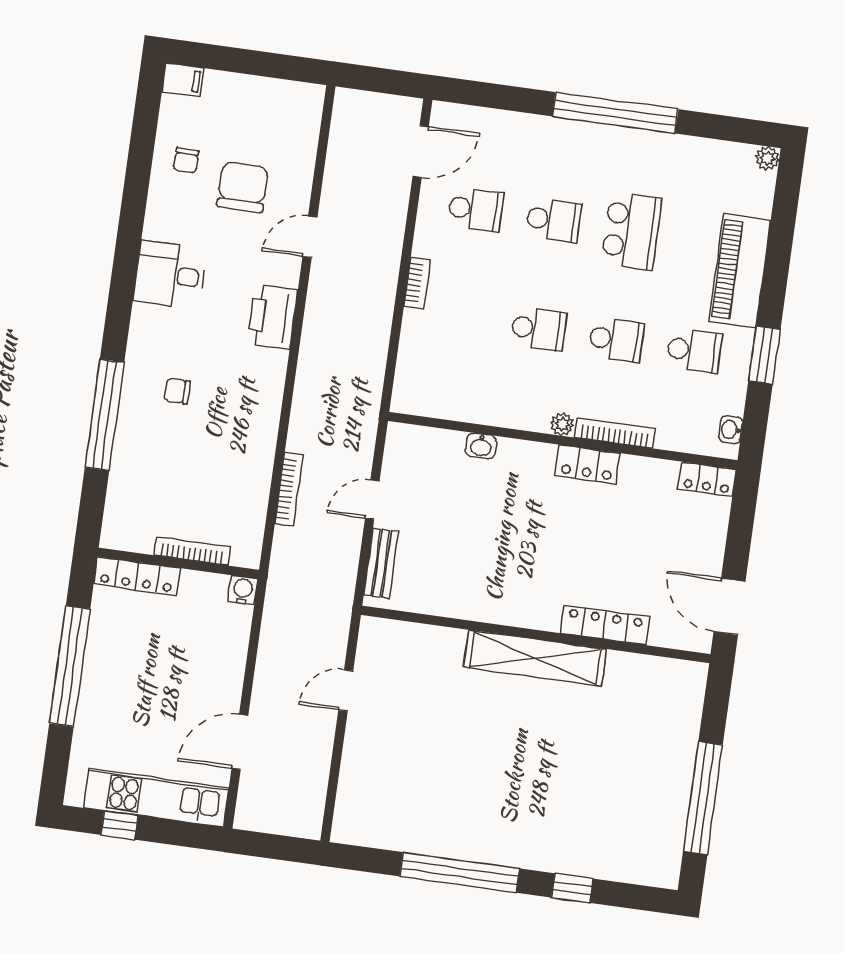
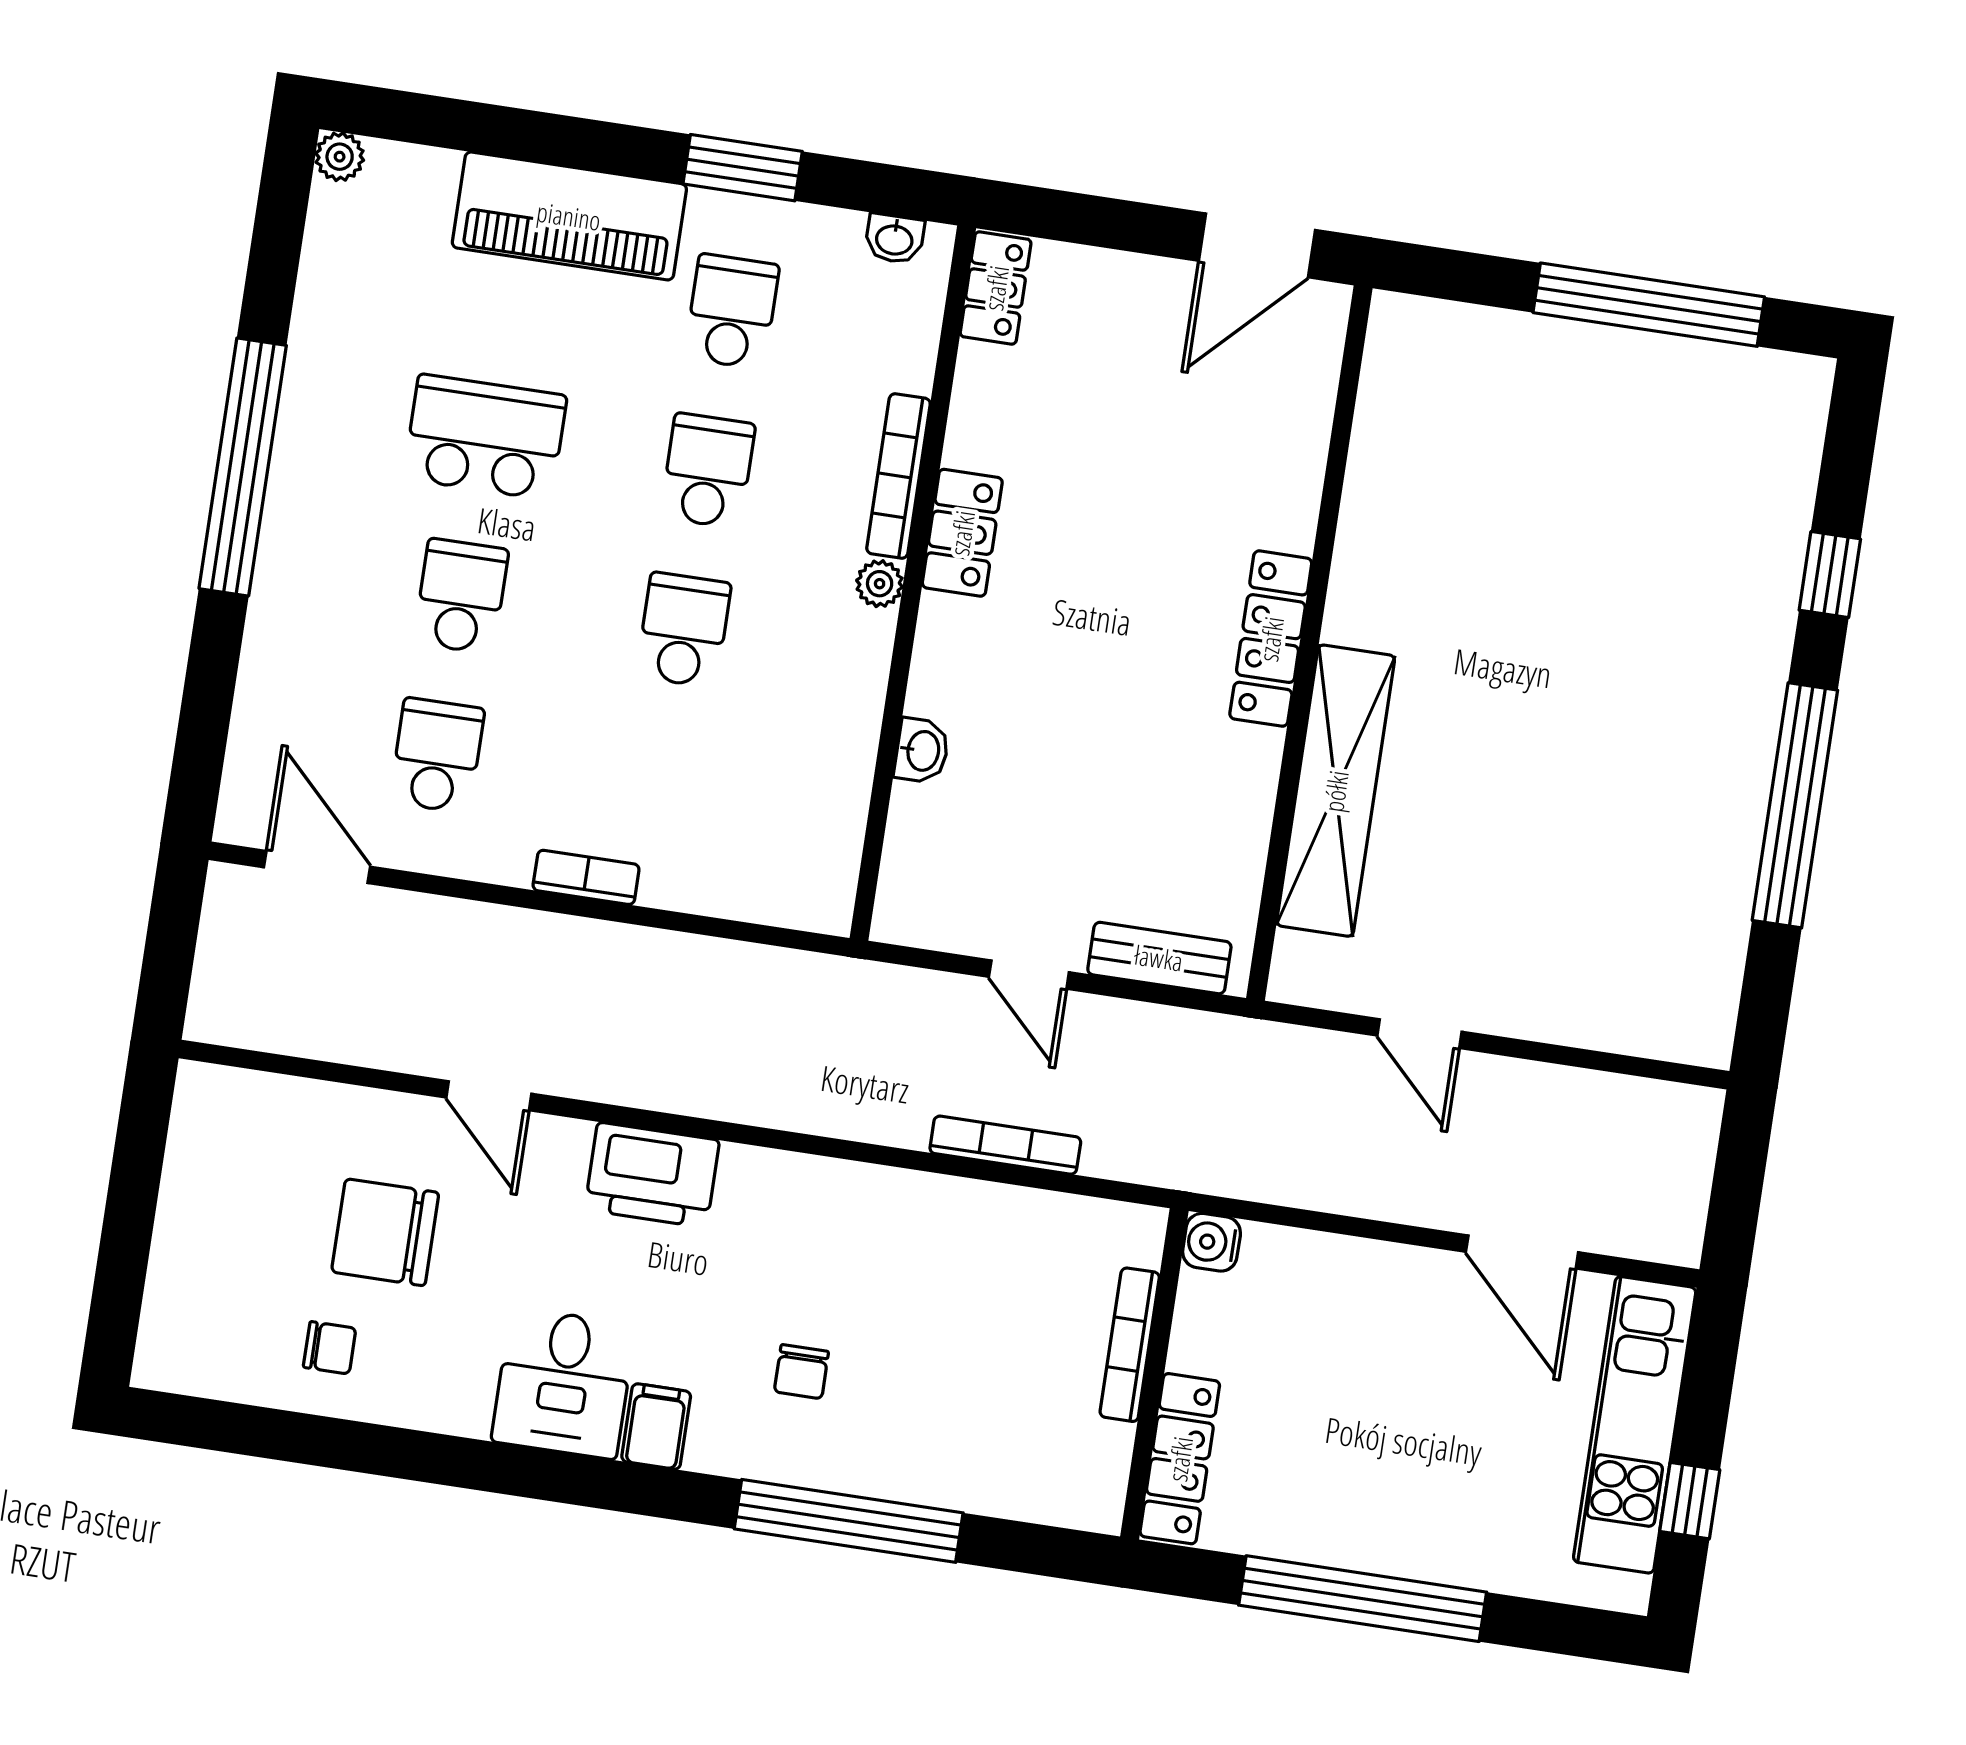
filing cabinet: (183, 80) -> (656, 1426), moved
locker: (605, 625) -> (1271, 639), moved
shelving: (535, 658) -> (1336, 791), moved

